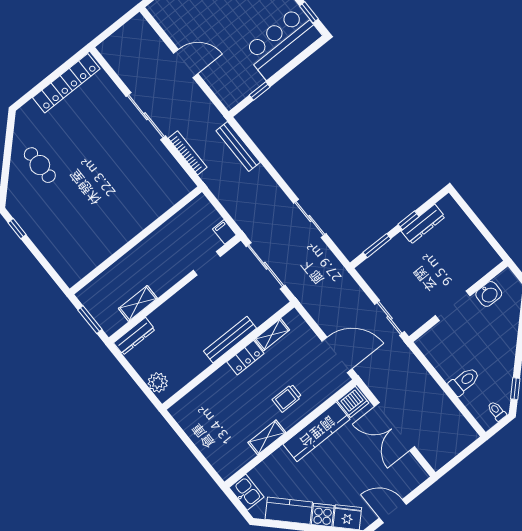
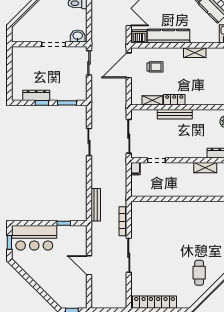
washbasin: (489, 294) -> (78, 36), moved
door: (337, 355) -> (129, 65), hinge flipped
trolley: (287, 398) -> (155, 67), moved

